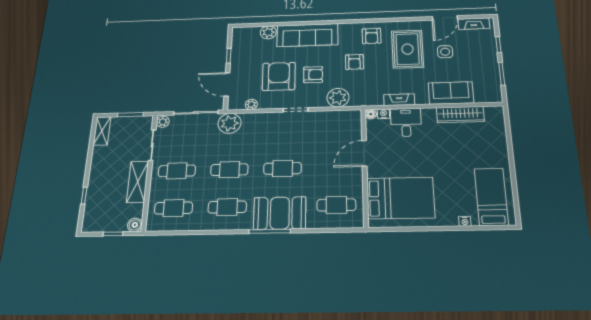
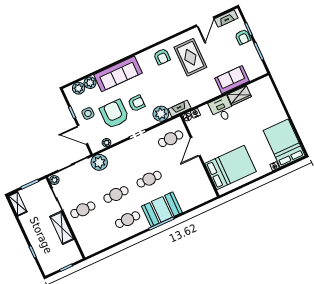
plant: (251, 33) -> (79, 88), added
side table: (445, 52) -> (88, 113), moved
armchair: (354, 62) -> (243, 37), moved
fireplace: (399, 100) -> (180, 109), moved
wardrobe: (460, 115) -> (239, 96), width x0.67
desk: (406, 122) -> (222, 109), moved
bed: (491, 197) -> (284, 143), width x1.50
cafe table: (336, 205) -> (171, 139), moved
cafe table: (174, 208) -> (94, 235), removed
boiler: (135, 225) -> (76, 256), removed

